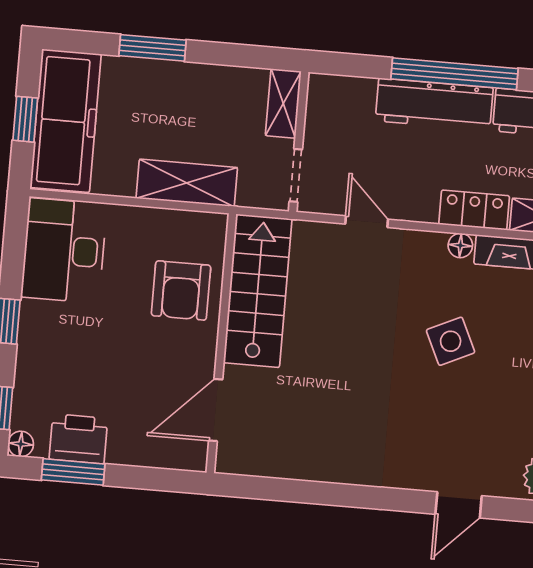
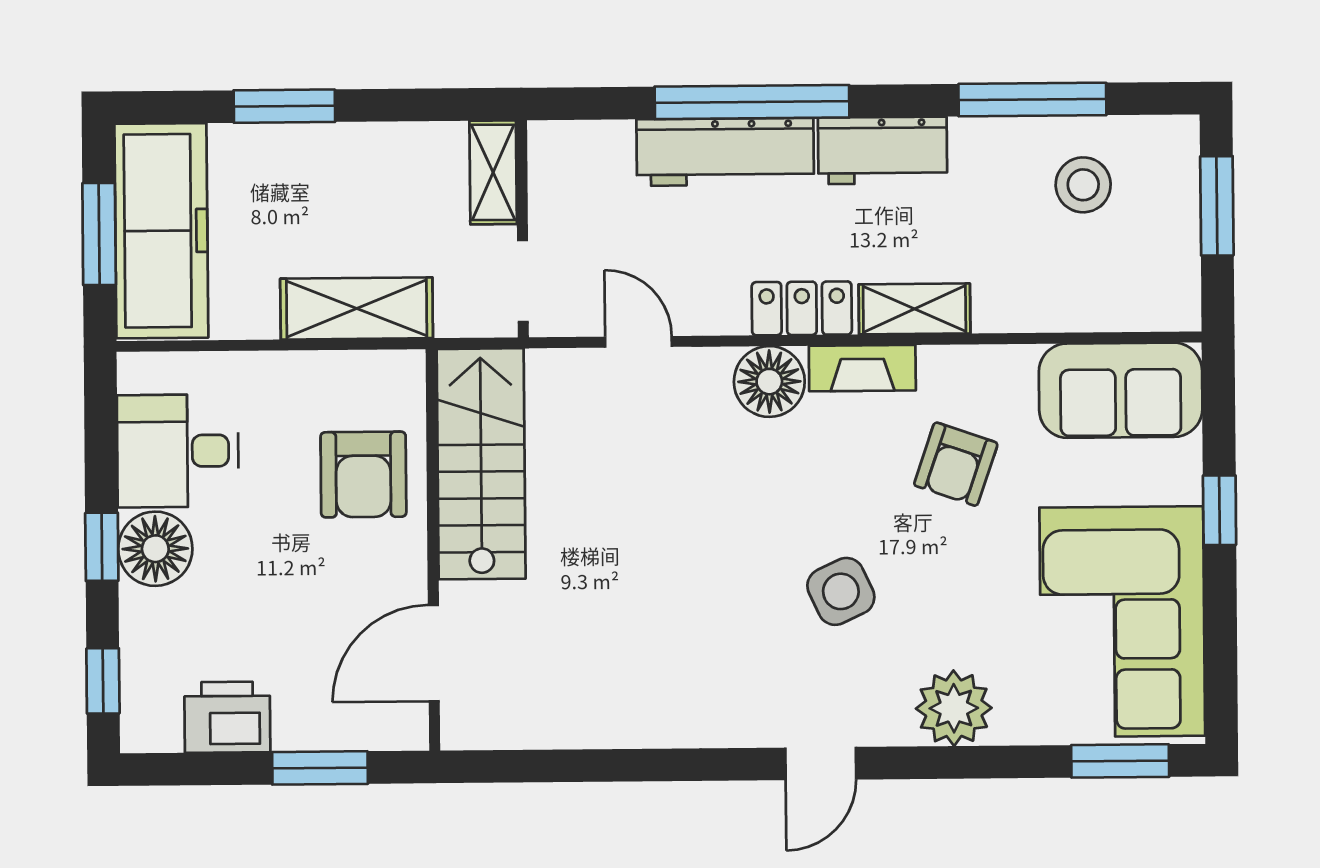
window: (25, 119) -> (99, 234), width x1.50
floor lamp: (460, 245) -> (769, 382), width x1.89, depth x1.89
desk: (64, 250) -> (178, 451), width x0.73
side table: (451, 341) -> (841, 591), moved
floor lamp: (21, 444) -> (155, 549), moved, width x1.89, depth x1.89
window: (73, 472) -> (320, 768), moved

